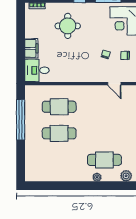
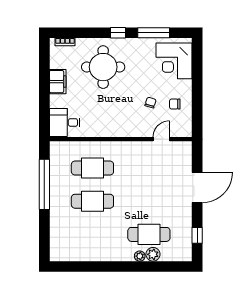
round table: (68, 26) -> (103, 67), width x1.36, depth x1.36
filing cabinet: (31, 48) -> (58, 82), moved
door: (114, 84) -> (161, 139), swing flipped
plant: (126, 176) -> (153, 254), moved

